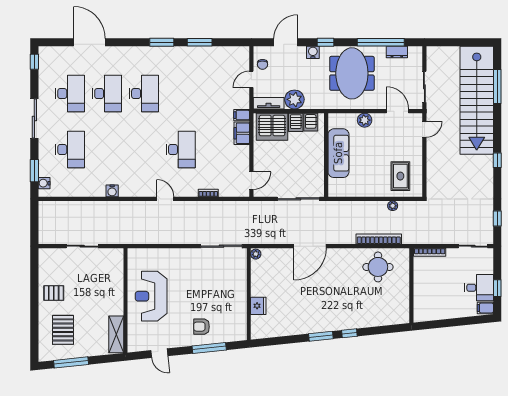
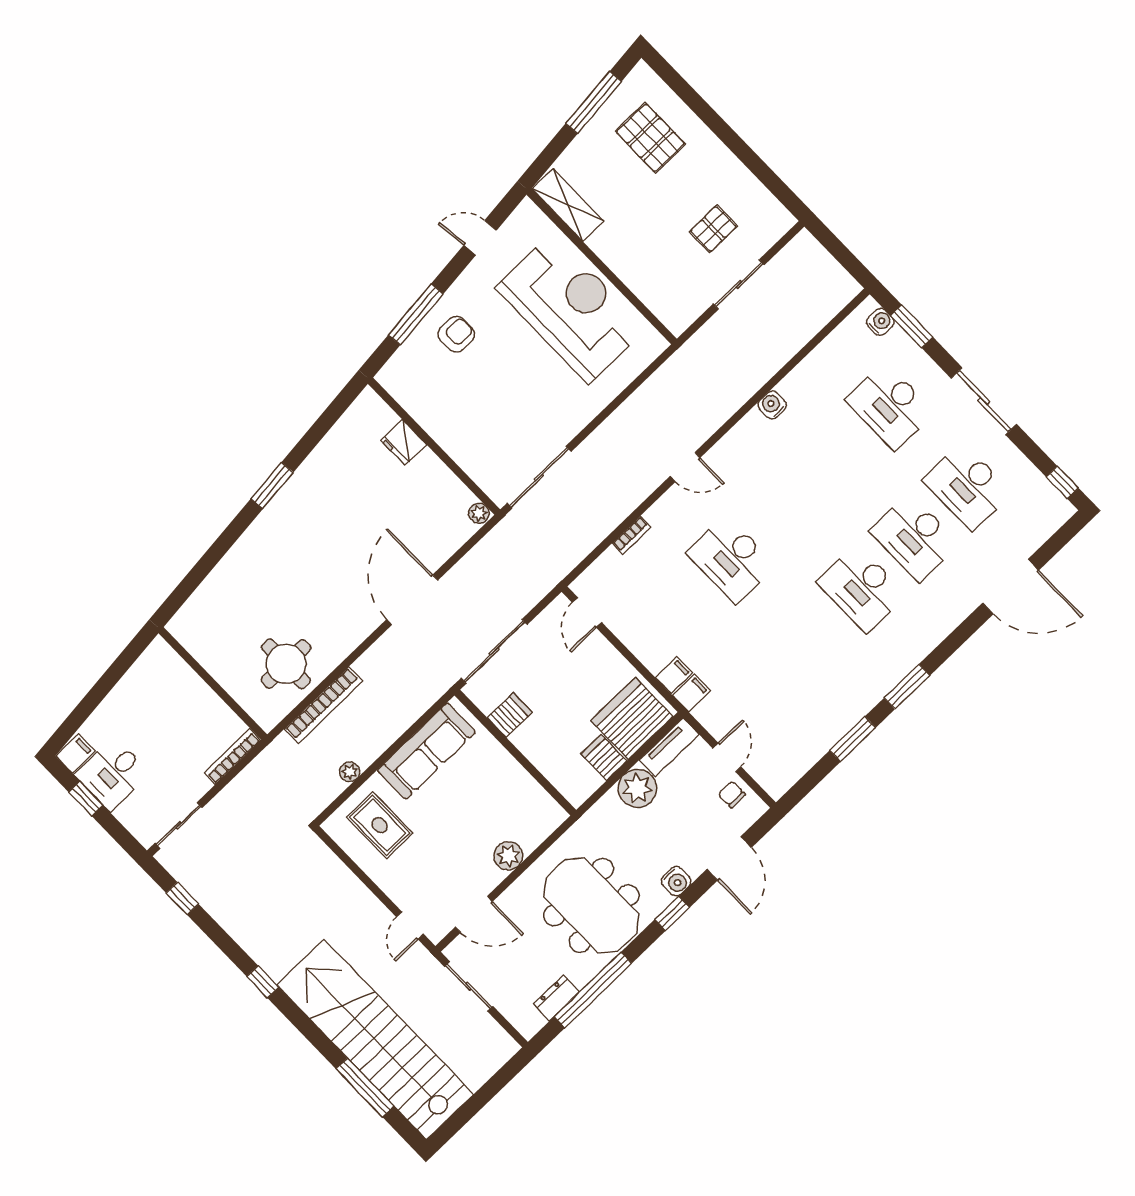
server rack: (311, 122) -> (510, 715), moved, turned 90
filing cabinet: (242, 133) -> (674, 675), width x0.50
sofa: (338, 153) -> (426, 751), moved, turned -90
pallet: (54, 293) -> (713, 229), moved
reception desk: (151, 296) -> (571, 308), width x1.36, depth x1.30
window: (349, 333) -> (235, 529), removed

